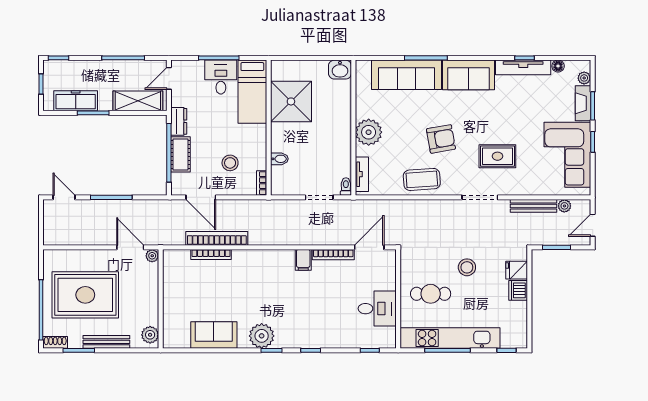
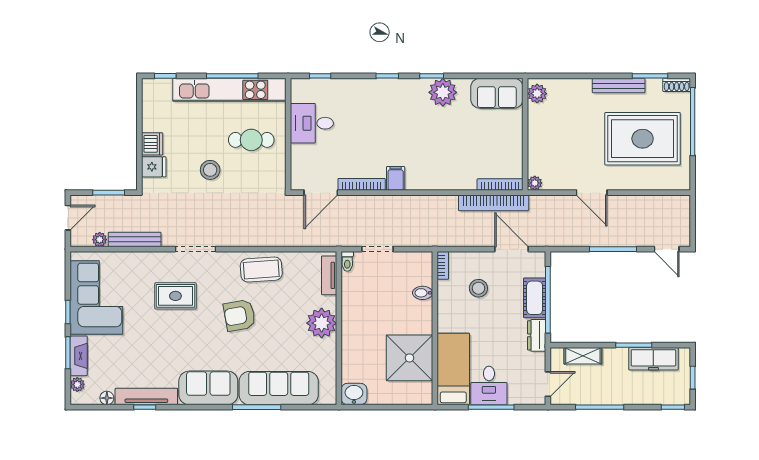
shelving: (138, 101) -> (583, 356), width x0.67, depth x0.75
plant: (152, 256) -> (535, 183), moved
wall: (161, 299) -> (525, 134), moved
plant: (150, 335) -> (537, 94), moved

